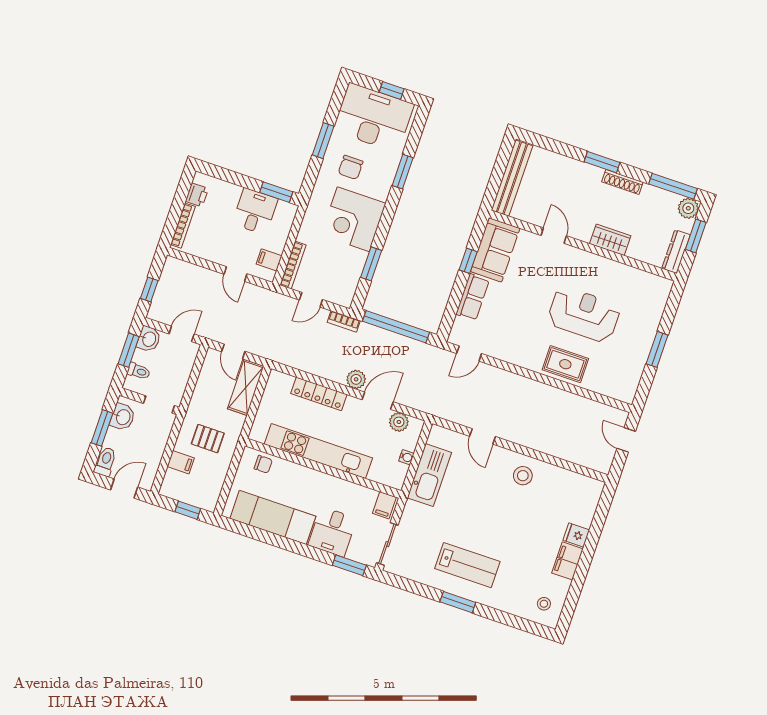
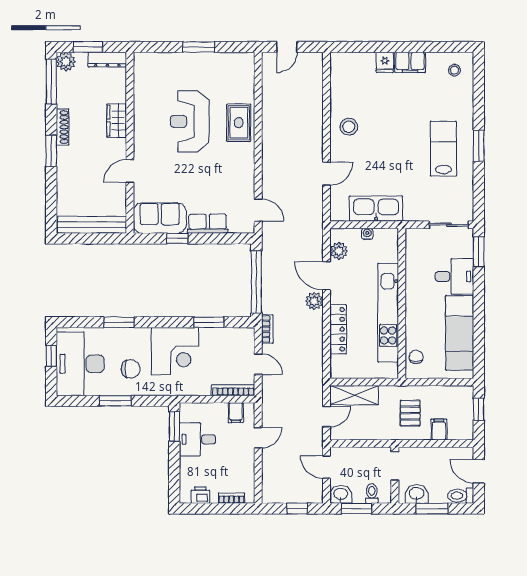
bookcase: (183, 226) -> (231, 498), width x0.64
filing cabinet: (384, 505) -> (416, 239), removed

